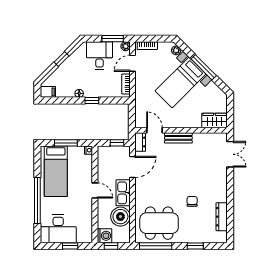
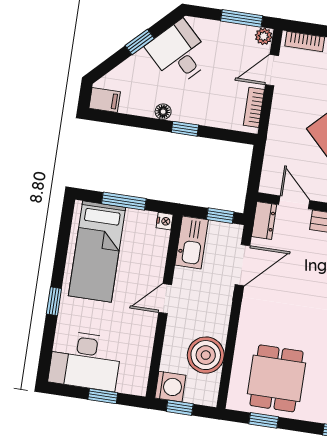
desk: (100, 56) -> (179, 53), moved, turned -45
door: (95, 190) -> (165, 299), swing flipped
kitchen sink: (123, 193) -> (192, 242), moved, turned 180
window: (37, 201) -> (54, 301), width x0.32
dining table: (159, 223) -> (277, 378), width x0.73
window: (156, 246) -> (264, 420), width x0.46

